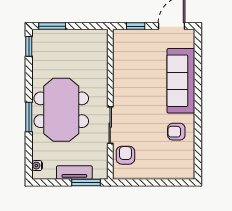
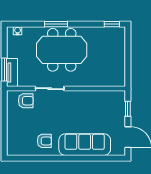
window: (52, 26) -> (128, 43), removed
armchair: (176, 132) -> (44, 141), turned 90
tv unit: (74, 173) -> (12, 73), moved

